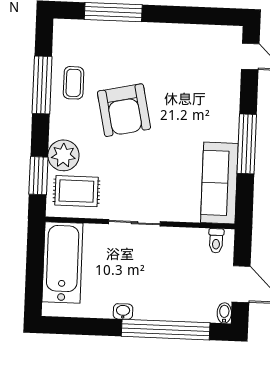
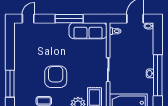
armchair: (124, 110) -> (56, 77), turned -78
window: (166, 330) -> (158, 75), moved

